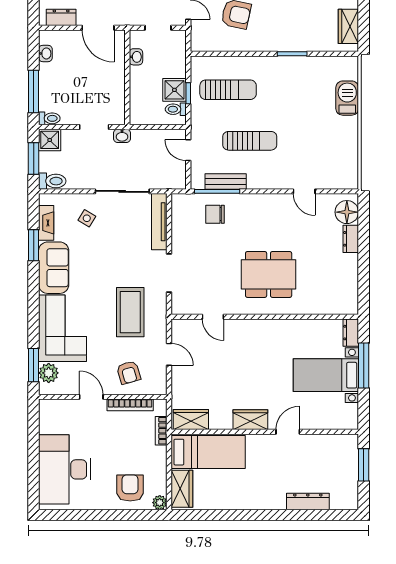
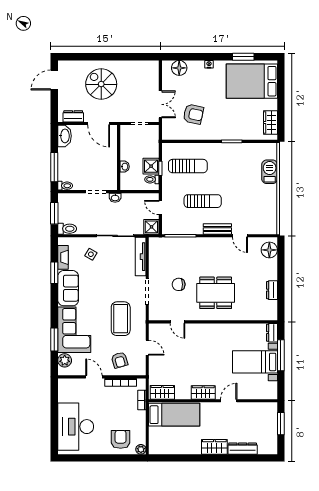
washbasin: (45, 53) -> (65, 136), width x1.91, depth x1.45
washbasin: (136, 57) -> (125, 167), moved
shower: (50, 140) -> (151, 227), moved
bench: (226, 181) -> (217, 229), moved
chair: (215, 214) -> (179, 284), moved
dresser: (351, 239) -> (272, 290), moved
window: (34, 365) -> (54, 340), moved
wardrobe: (182, 489) -> (214, 447), moved, turned -90

